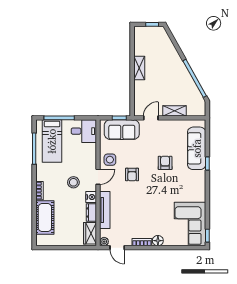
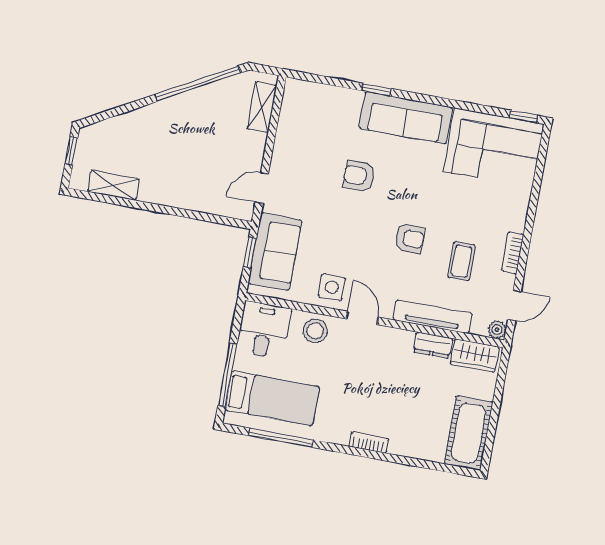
shelving: (139, 68) -> (113, 185), moved
shelving: (174, 111) -> (262, 107), moved
door: (151, 118) -> (262, 188), hinge flipped
sofa: (197, 148) -> (406, 118), moved
armchair: (132, 174) -> (410, 238), moved
stool: (73, 182) -> (315, 331), moved
nightstand: (91, 197) -> (401, 340), removed
cot: (45, 218) -> (469, 433), moved, turned 90
coffee table: (133, 219) -> (462, 261), added
floor lamp: (158, 241) -> (515, 220), removed

